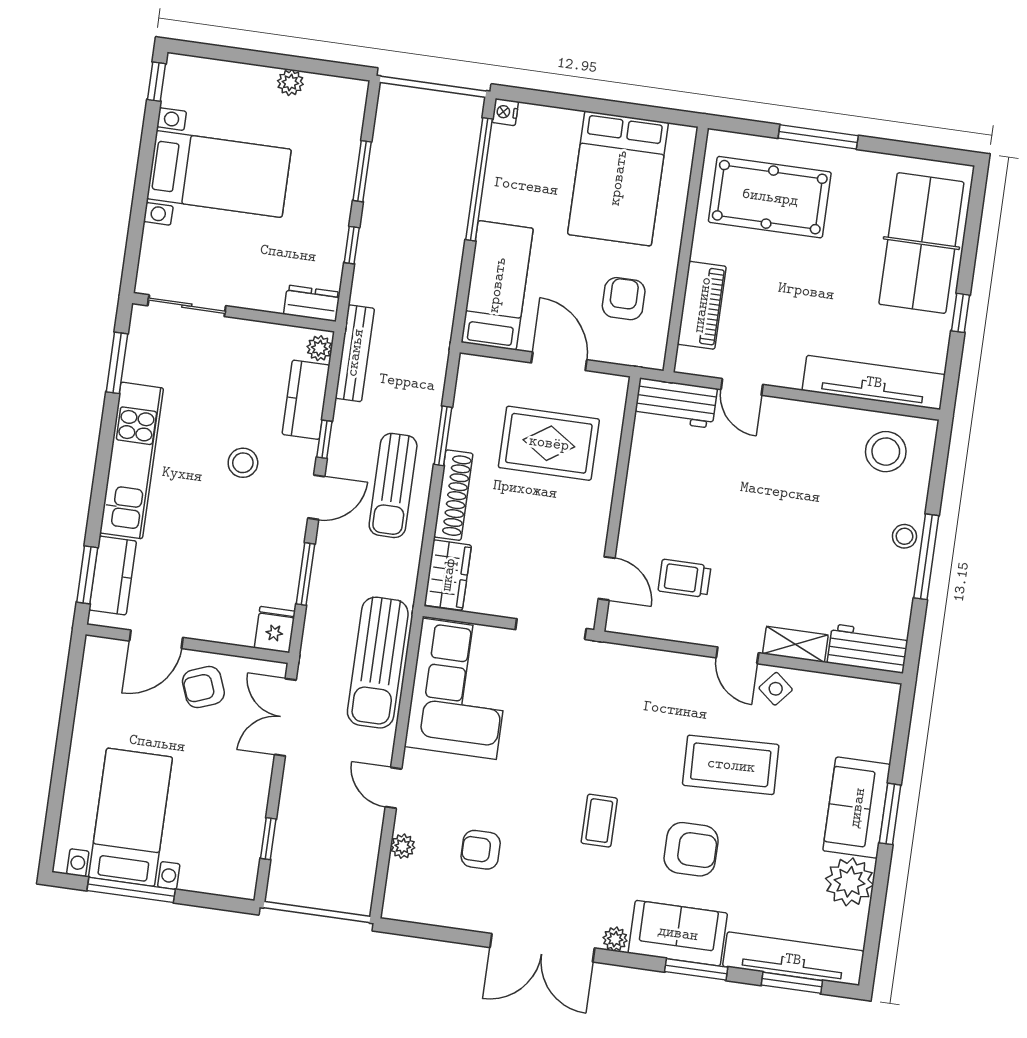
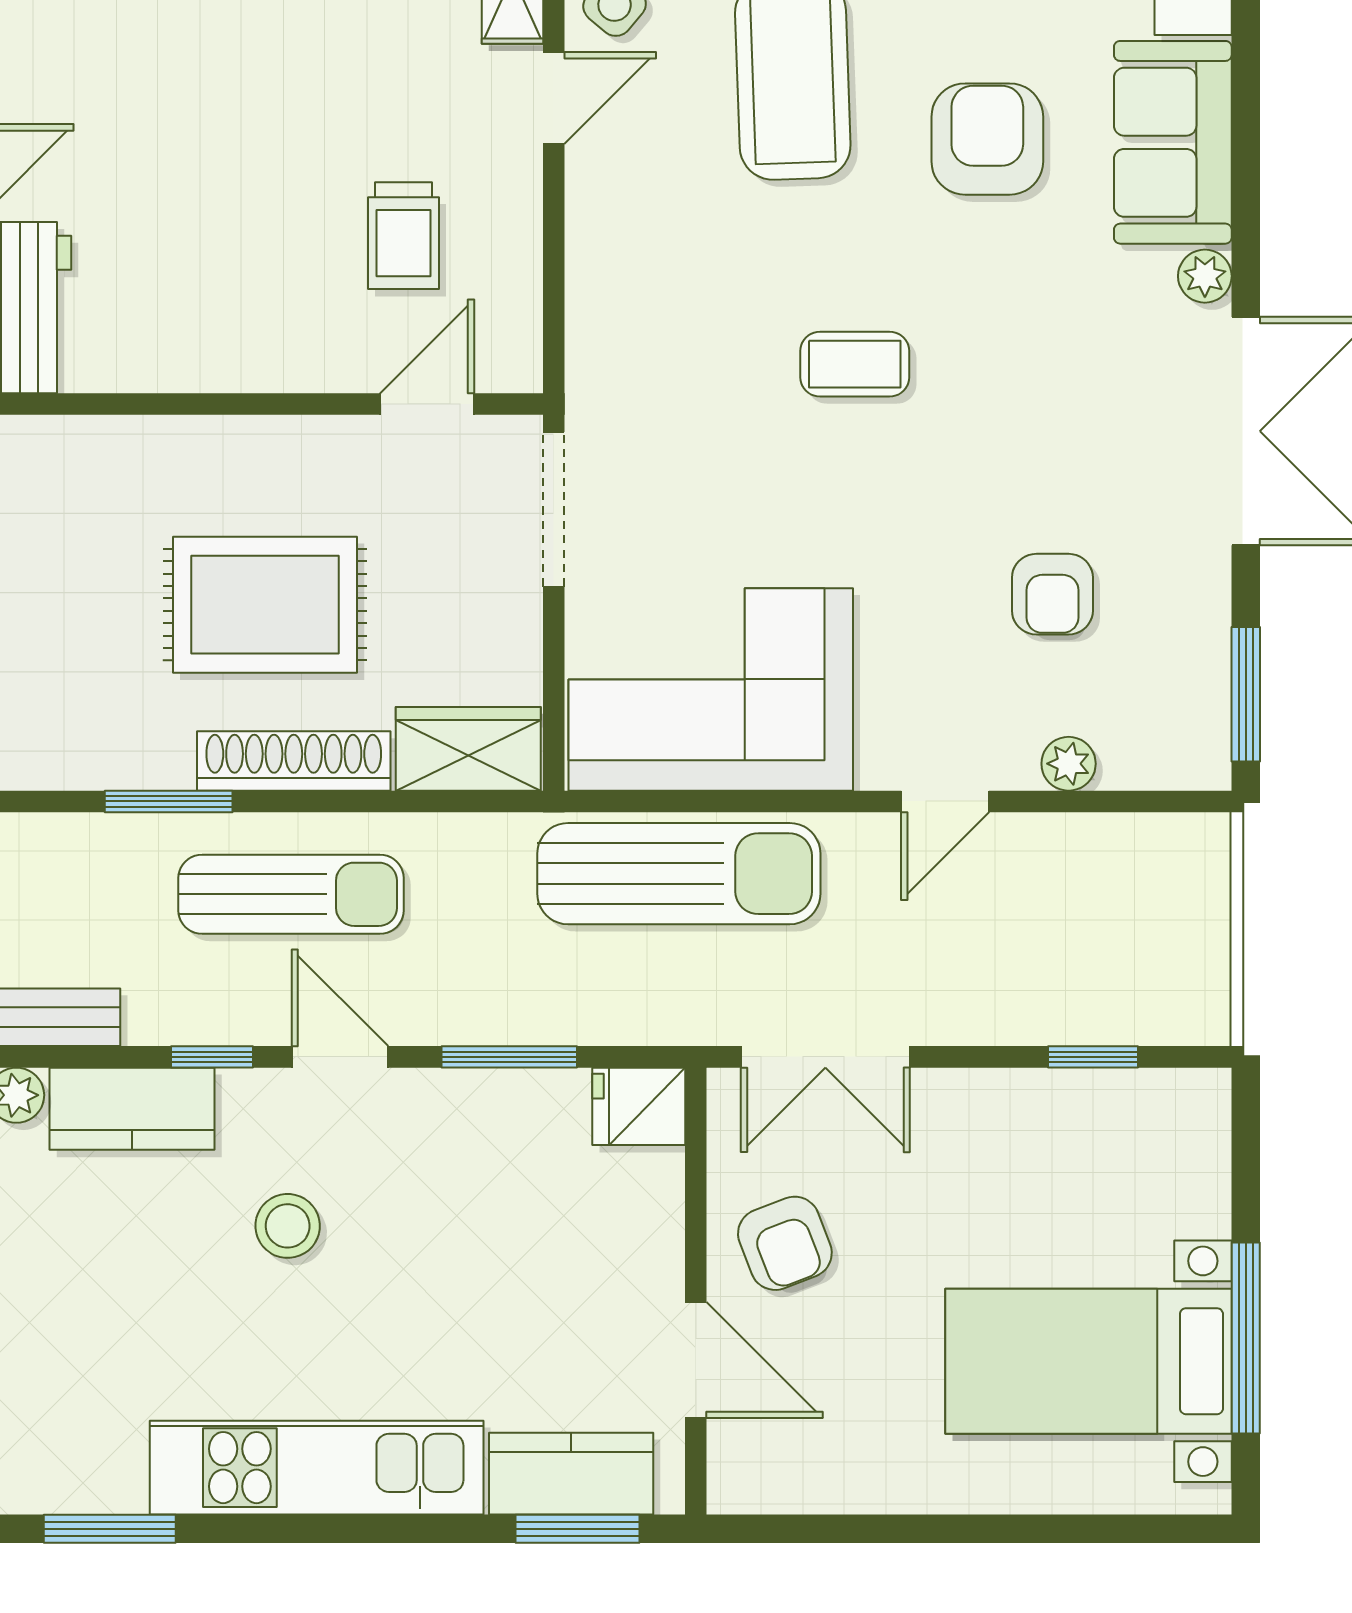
rug: (549, 443) -> (265, 605), moved, turned 90
coffee table: (599, 821) -> (855, 364), moved
window: (696, 969) -> (1246, 694), moved

